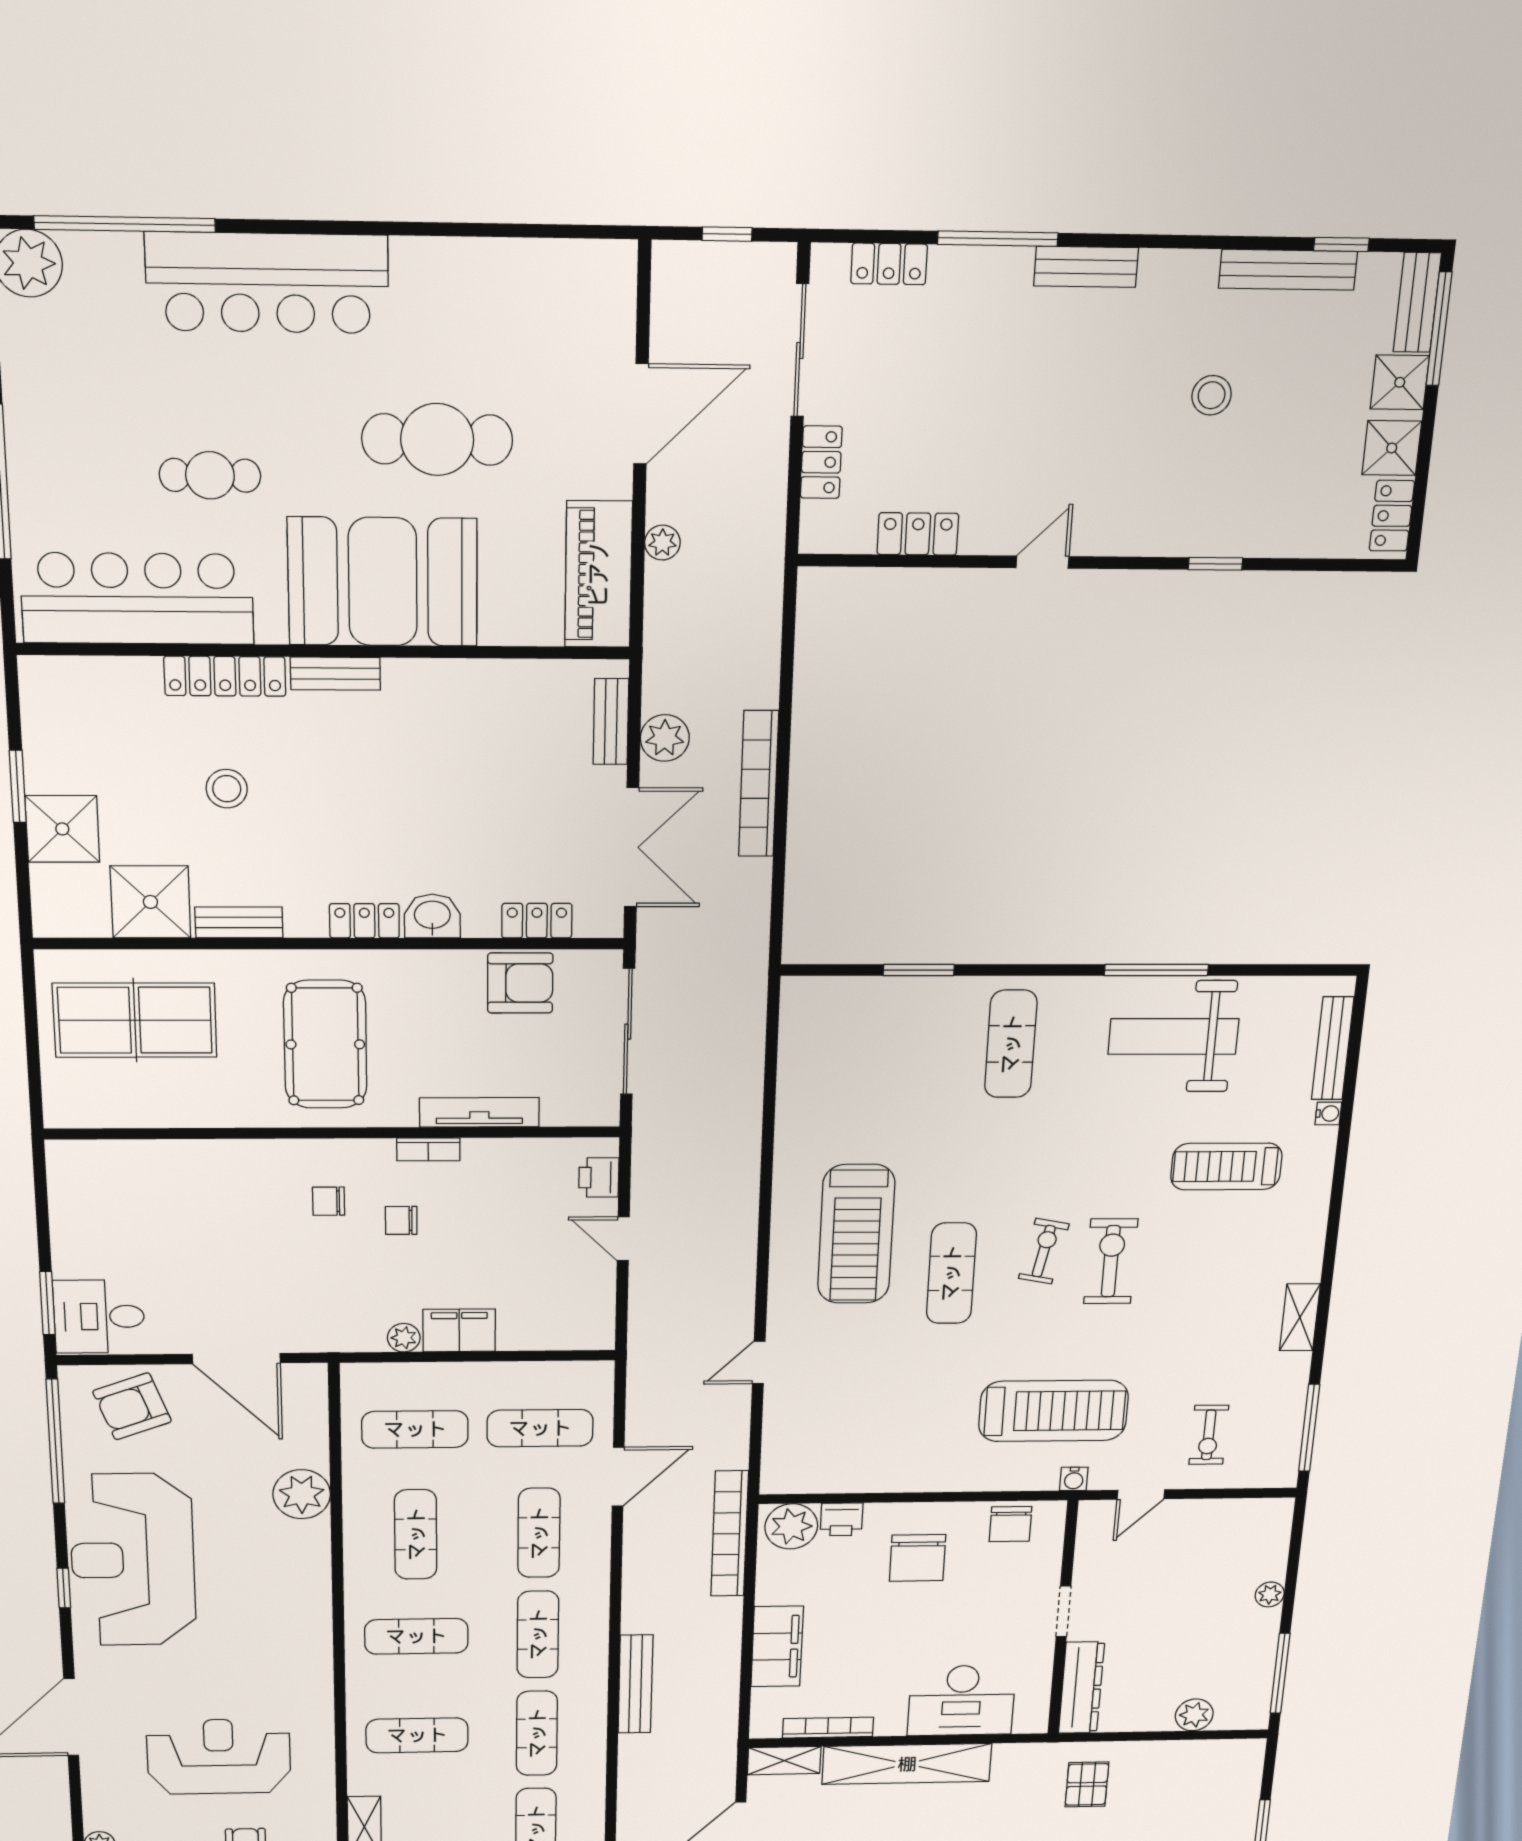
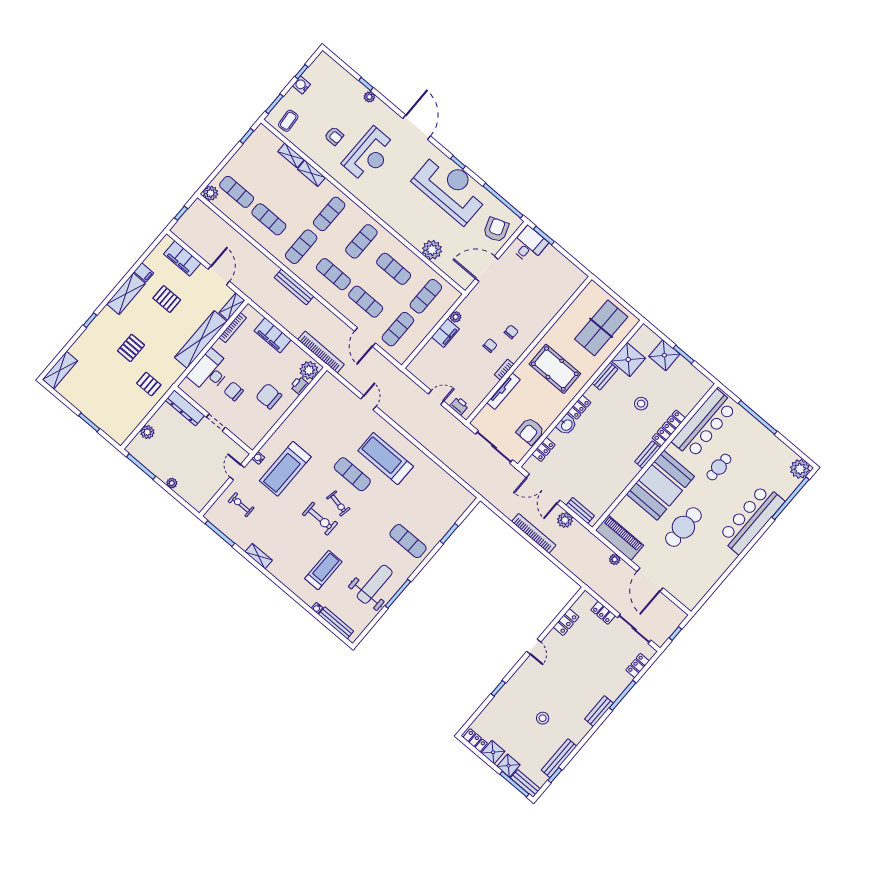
chair: (1010, 1524) -> (234, 391), moved
exercise mat: (537, 1733) -> (301, 247), turned 90

